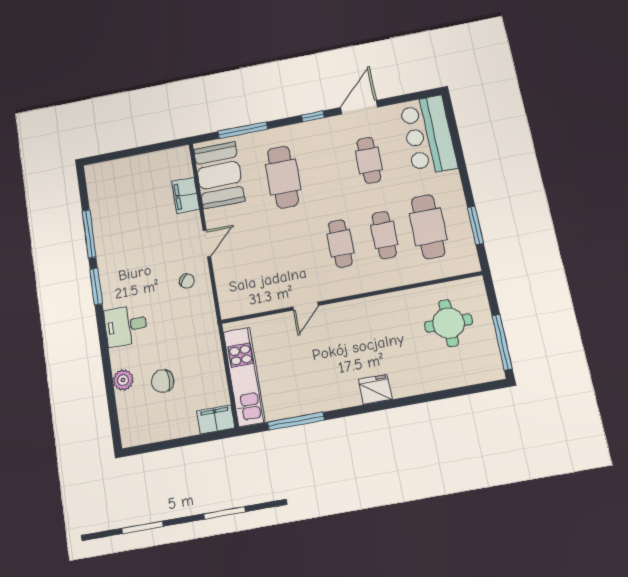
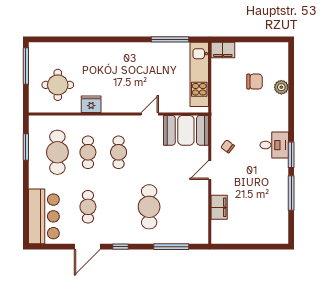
booth: (219, 175) -> (186, 130), moved, turned 90
desk: (126, 326) -> (274, 145), moved
fridge: (375, 390) -> (91, 104), moved, turned 180

